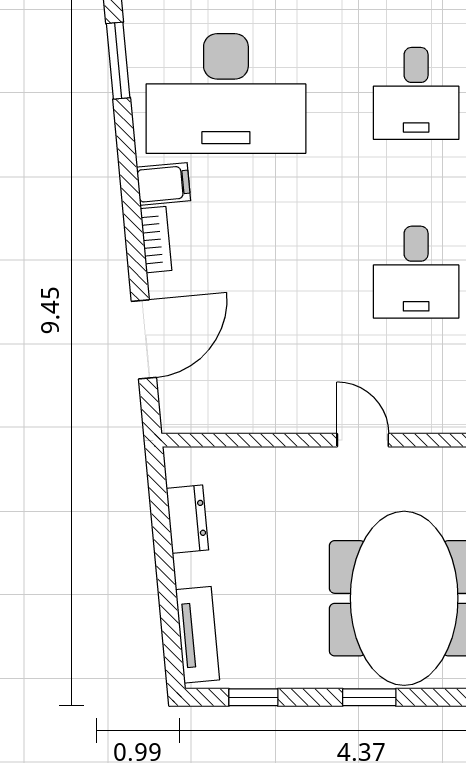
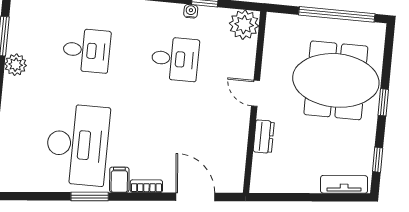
window: (118, 61) -> (90, 196), moved
door: (363, 440) -> (256, 93), hinge flipped
dresser: (187, 519) -> (264, 137), moved, turned 95

